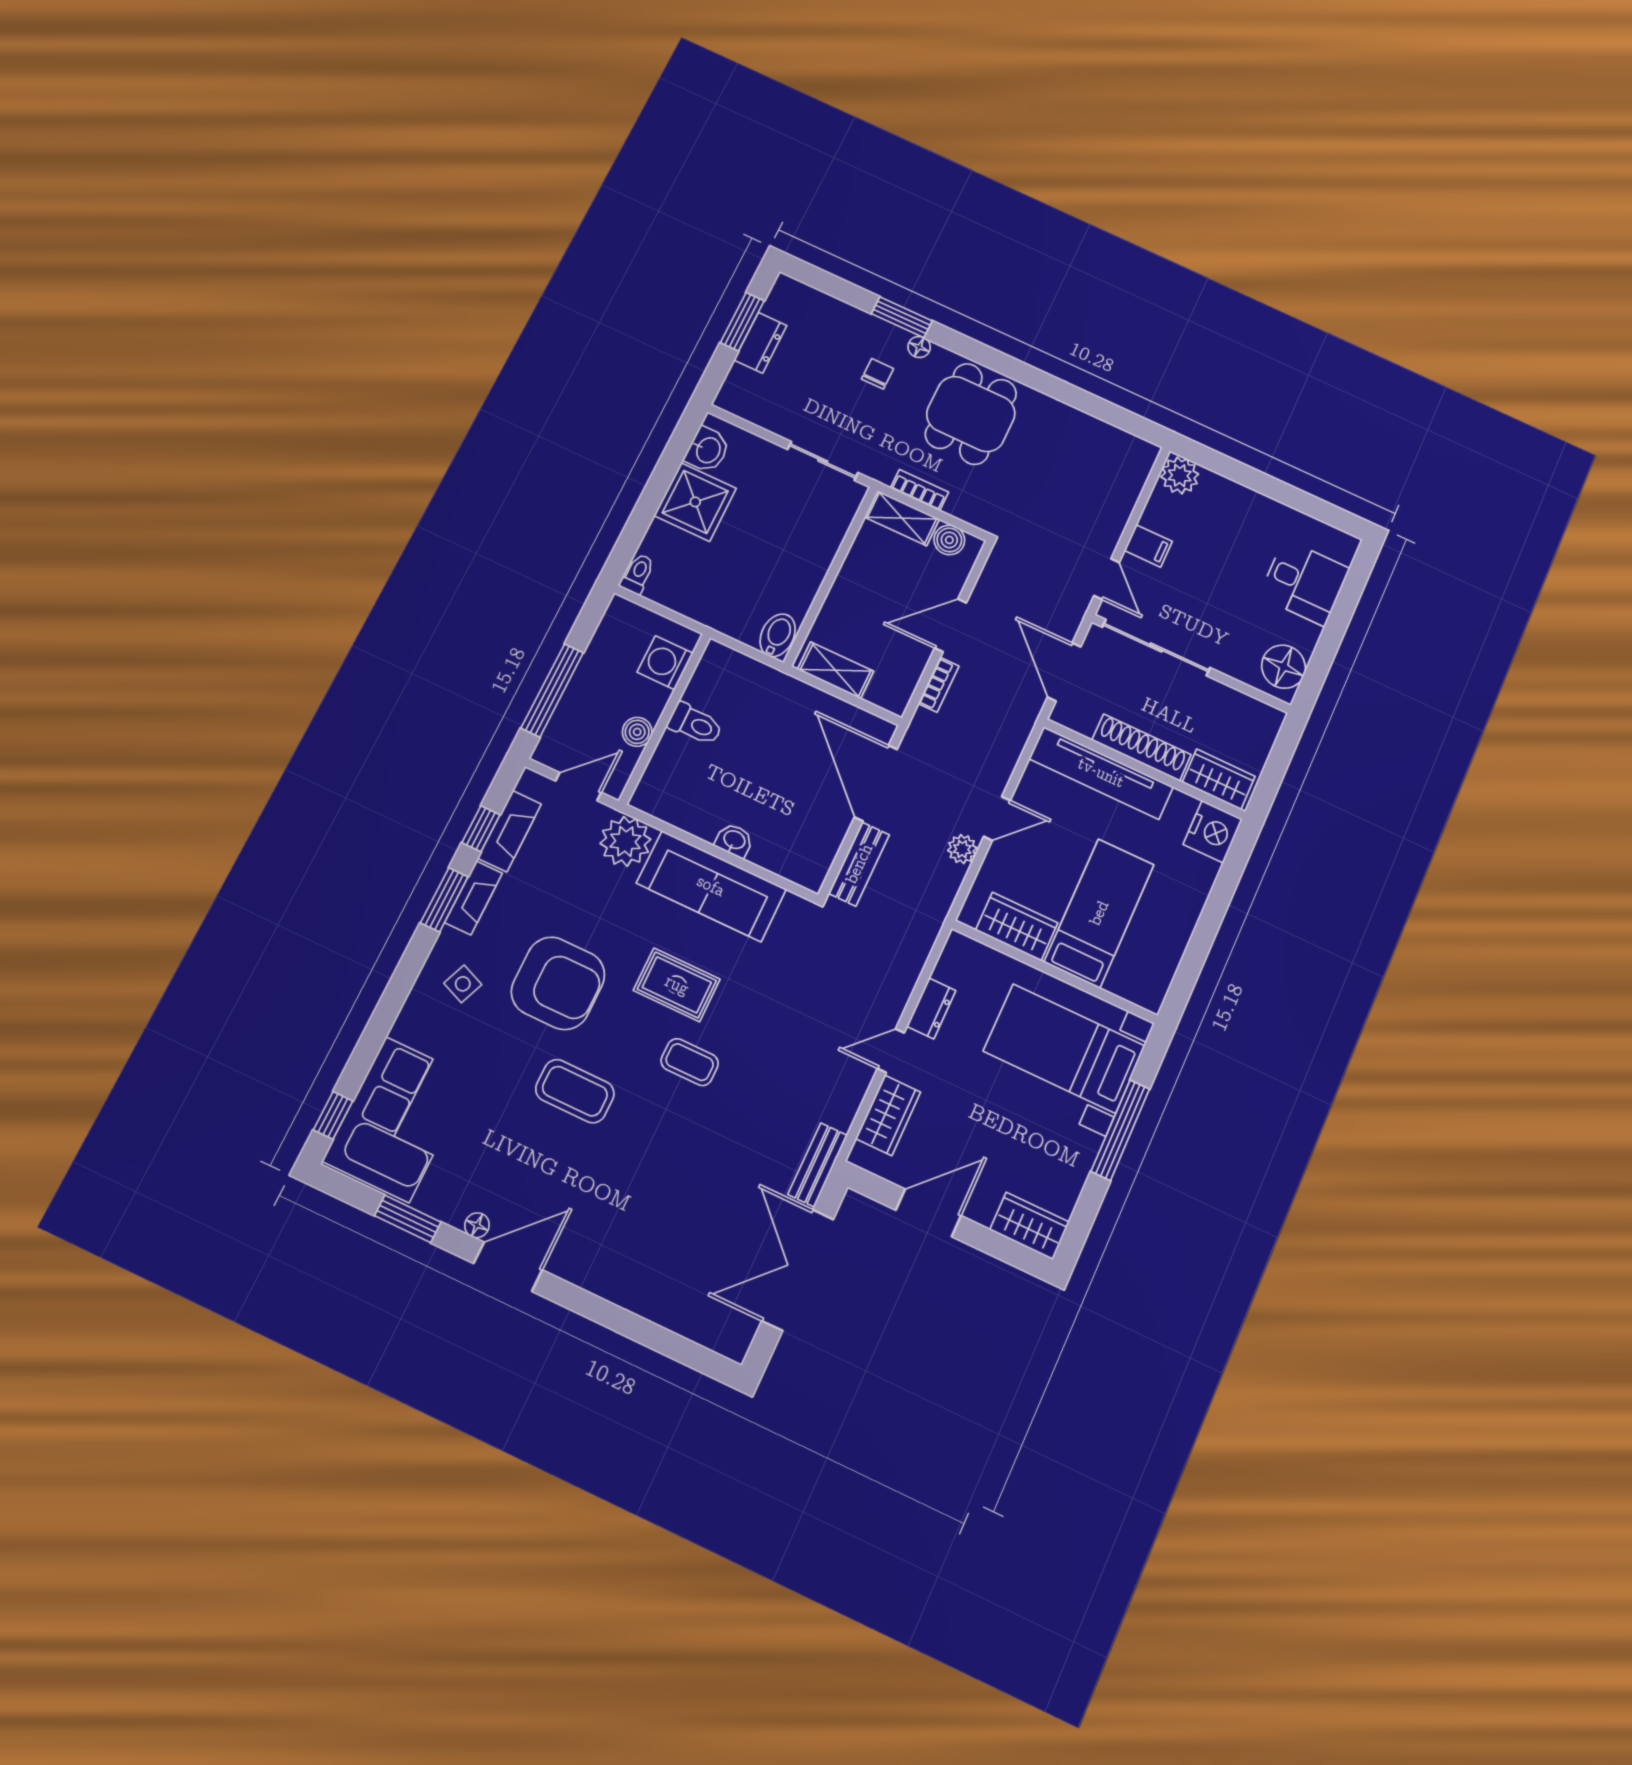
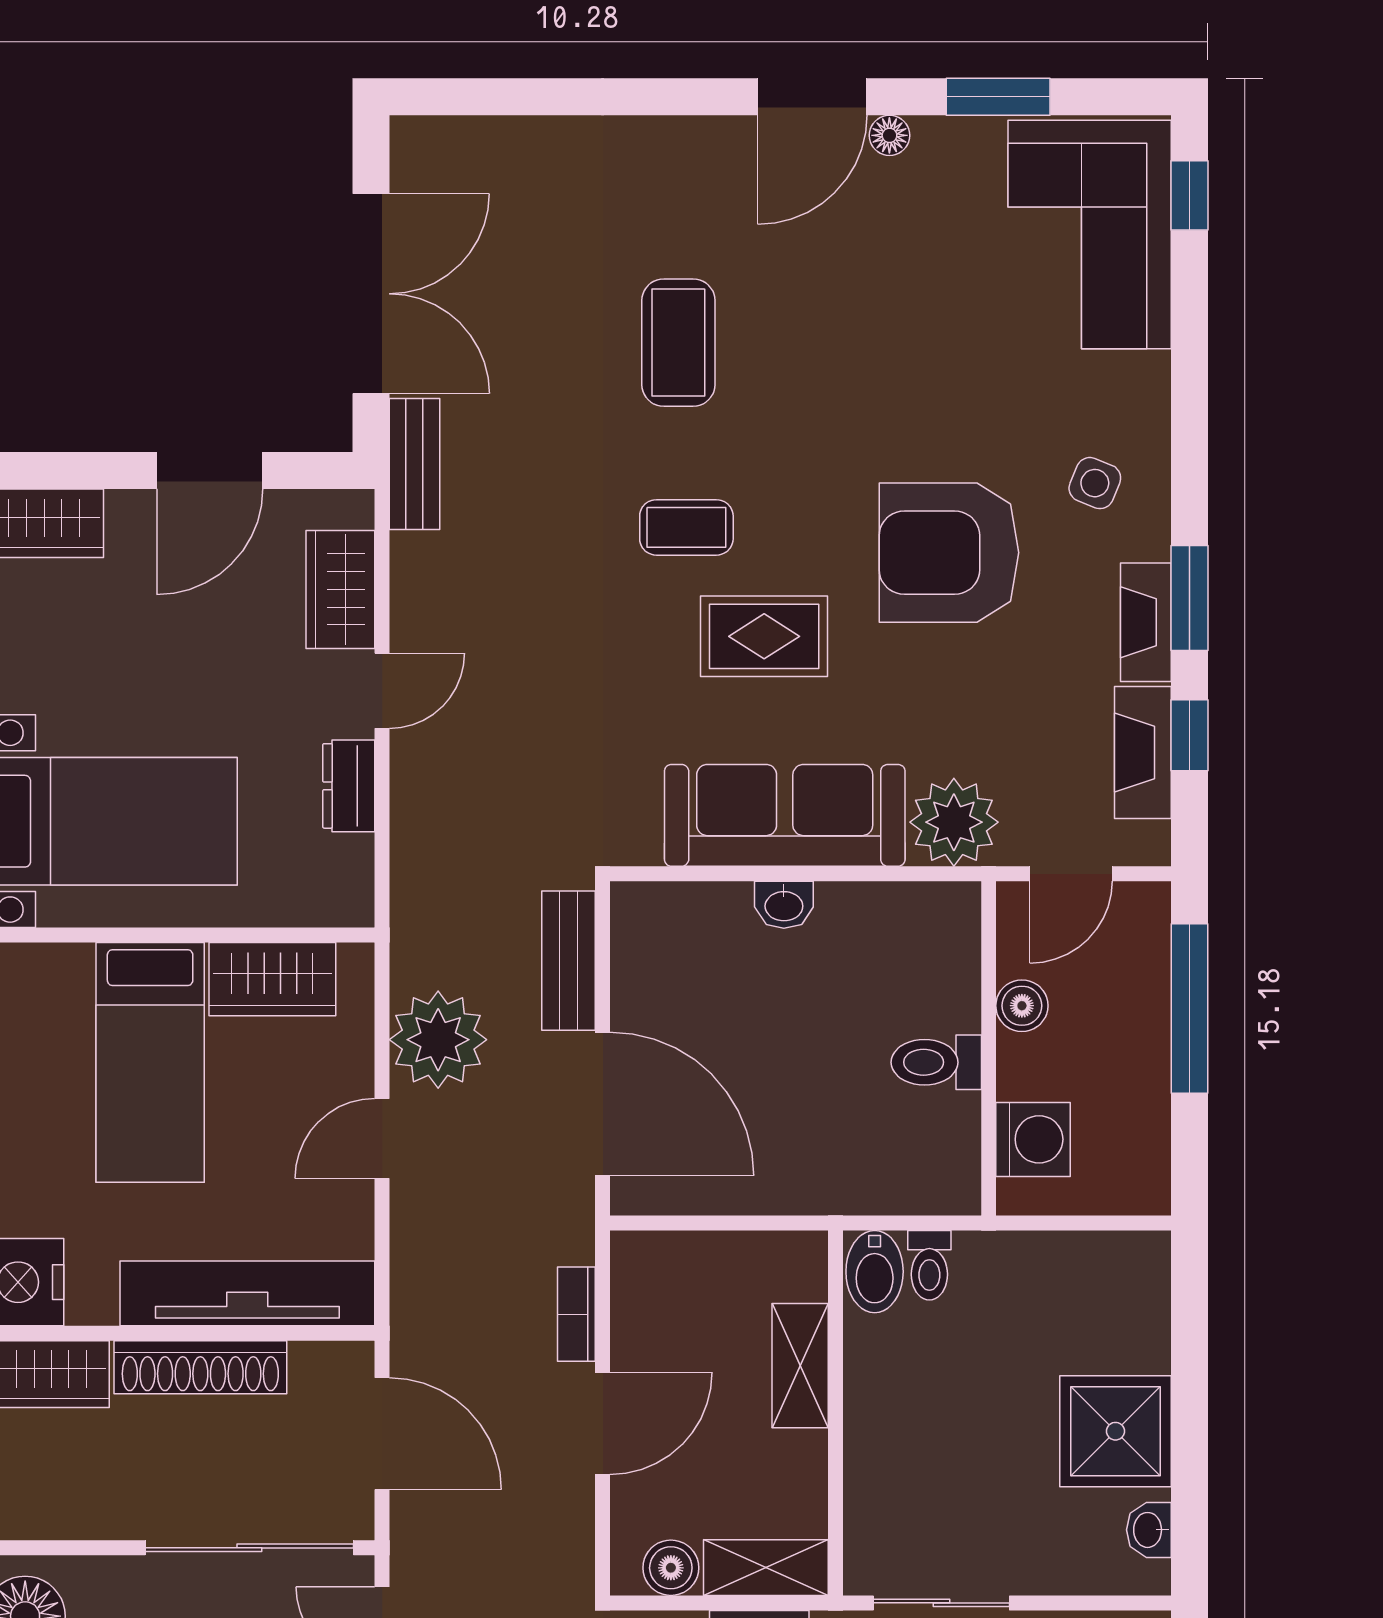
washbasin: (707, 450) -> (1149, 1530), width x0.72, depth x0.69
toilet: (638, 574) -> (929, 1265), moved
shelving: (836, 670) -> (800, 1366), moved, turned 90
plant: (962, 849) -> (438, 1040), width x1.87, depth x1.87
coffee table: (575, 1091) -> (678, 343), moved, turned 90

